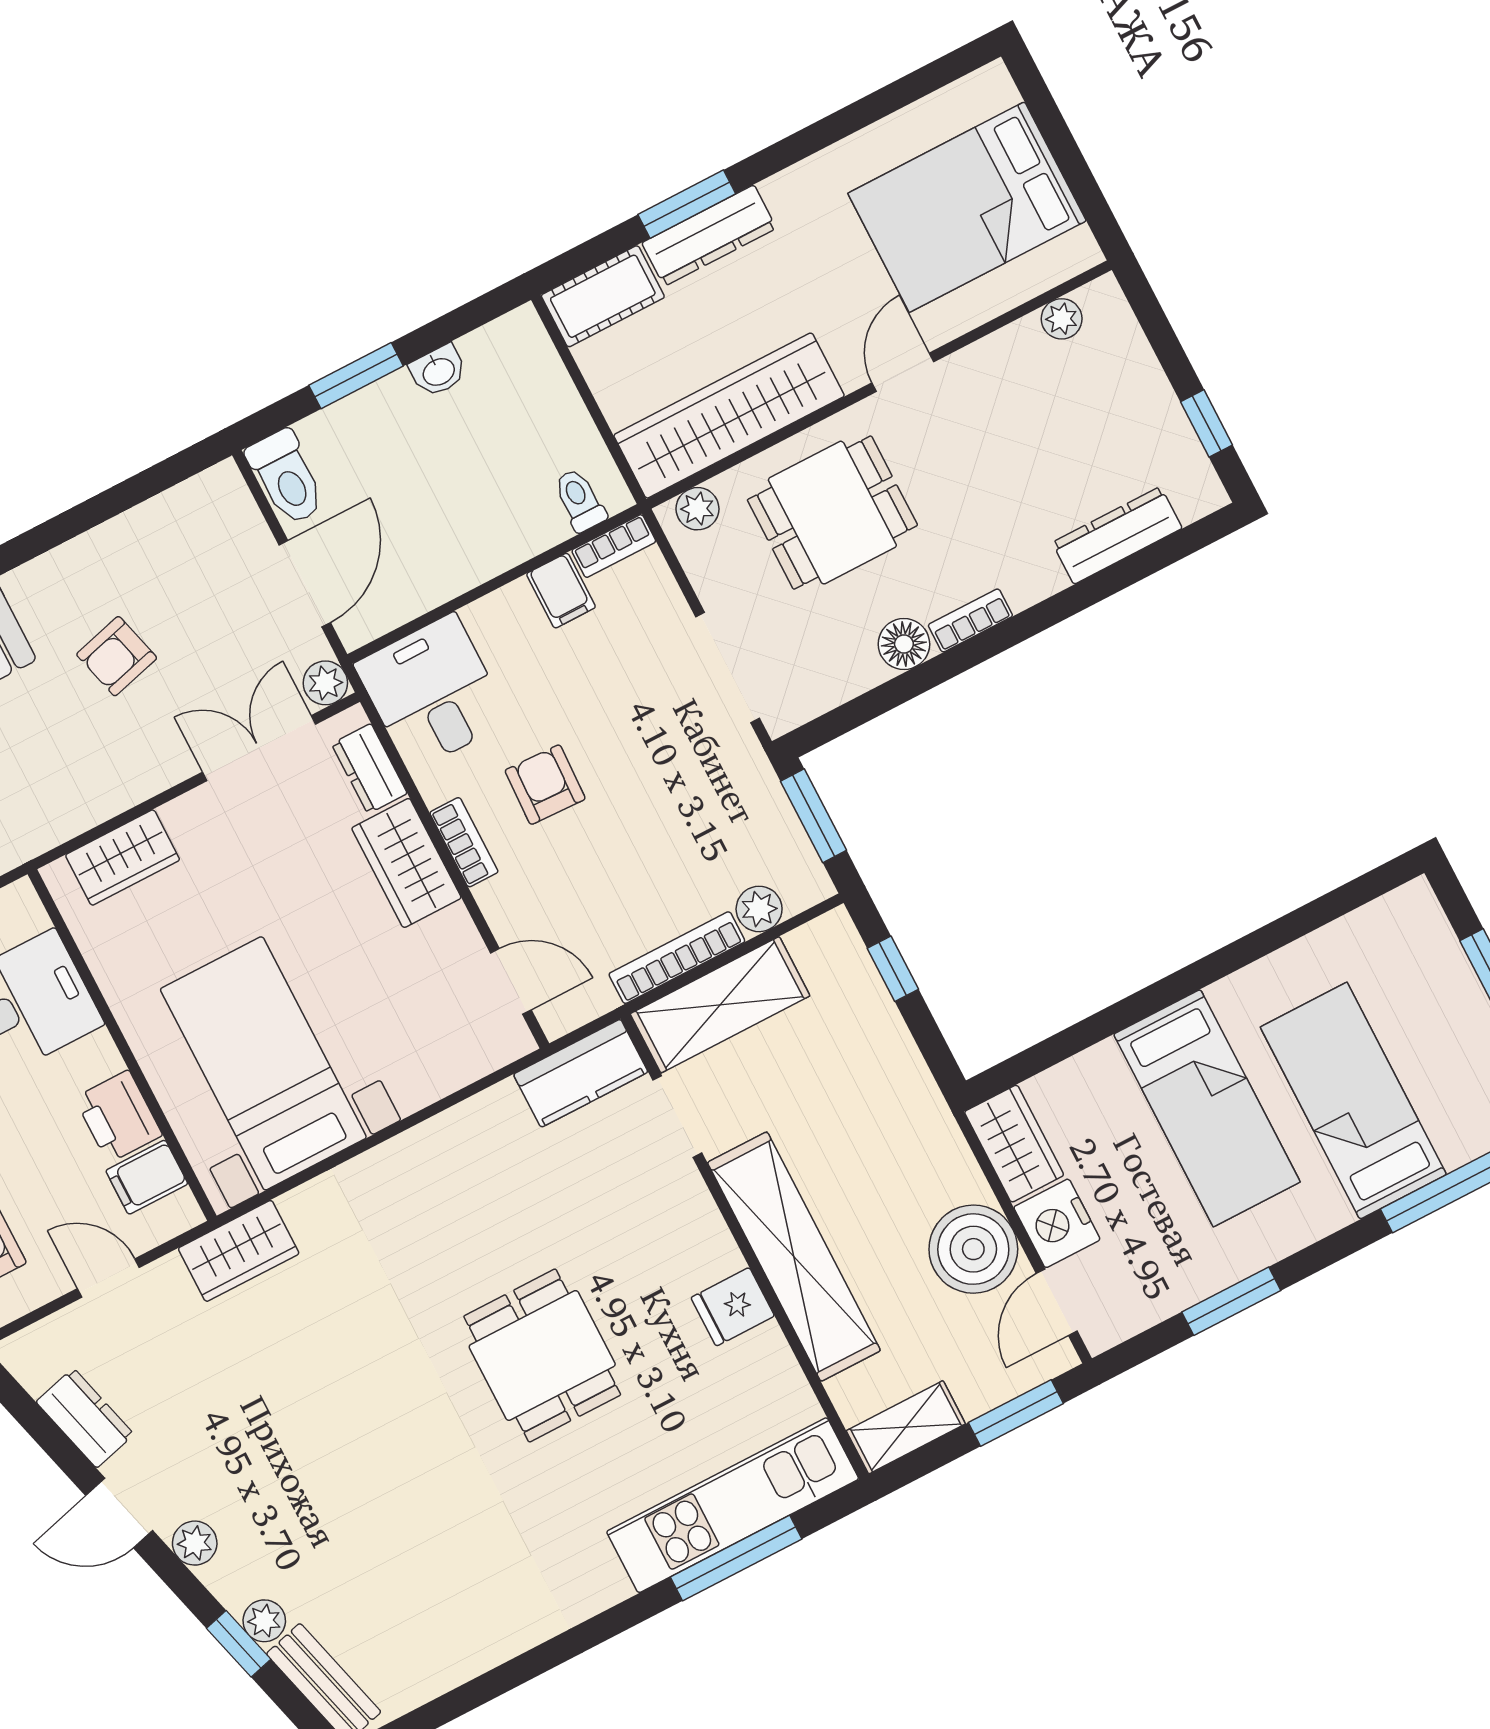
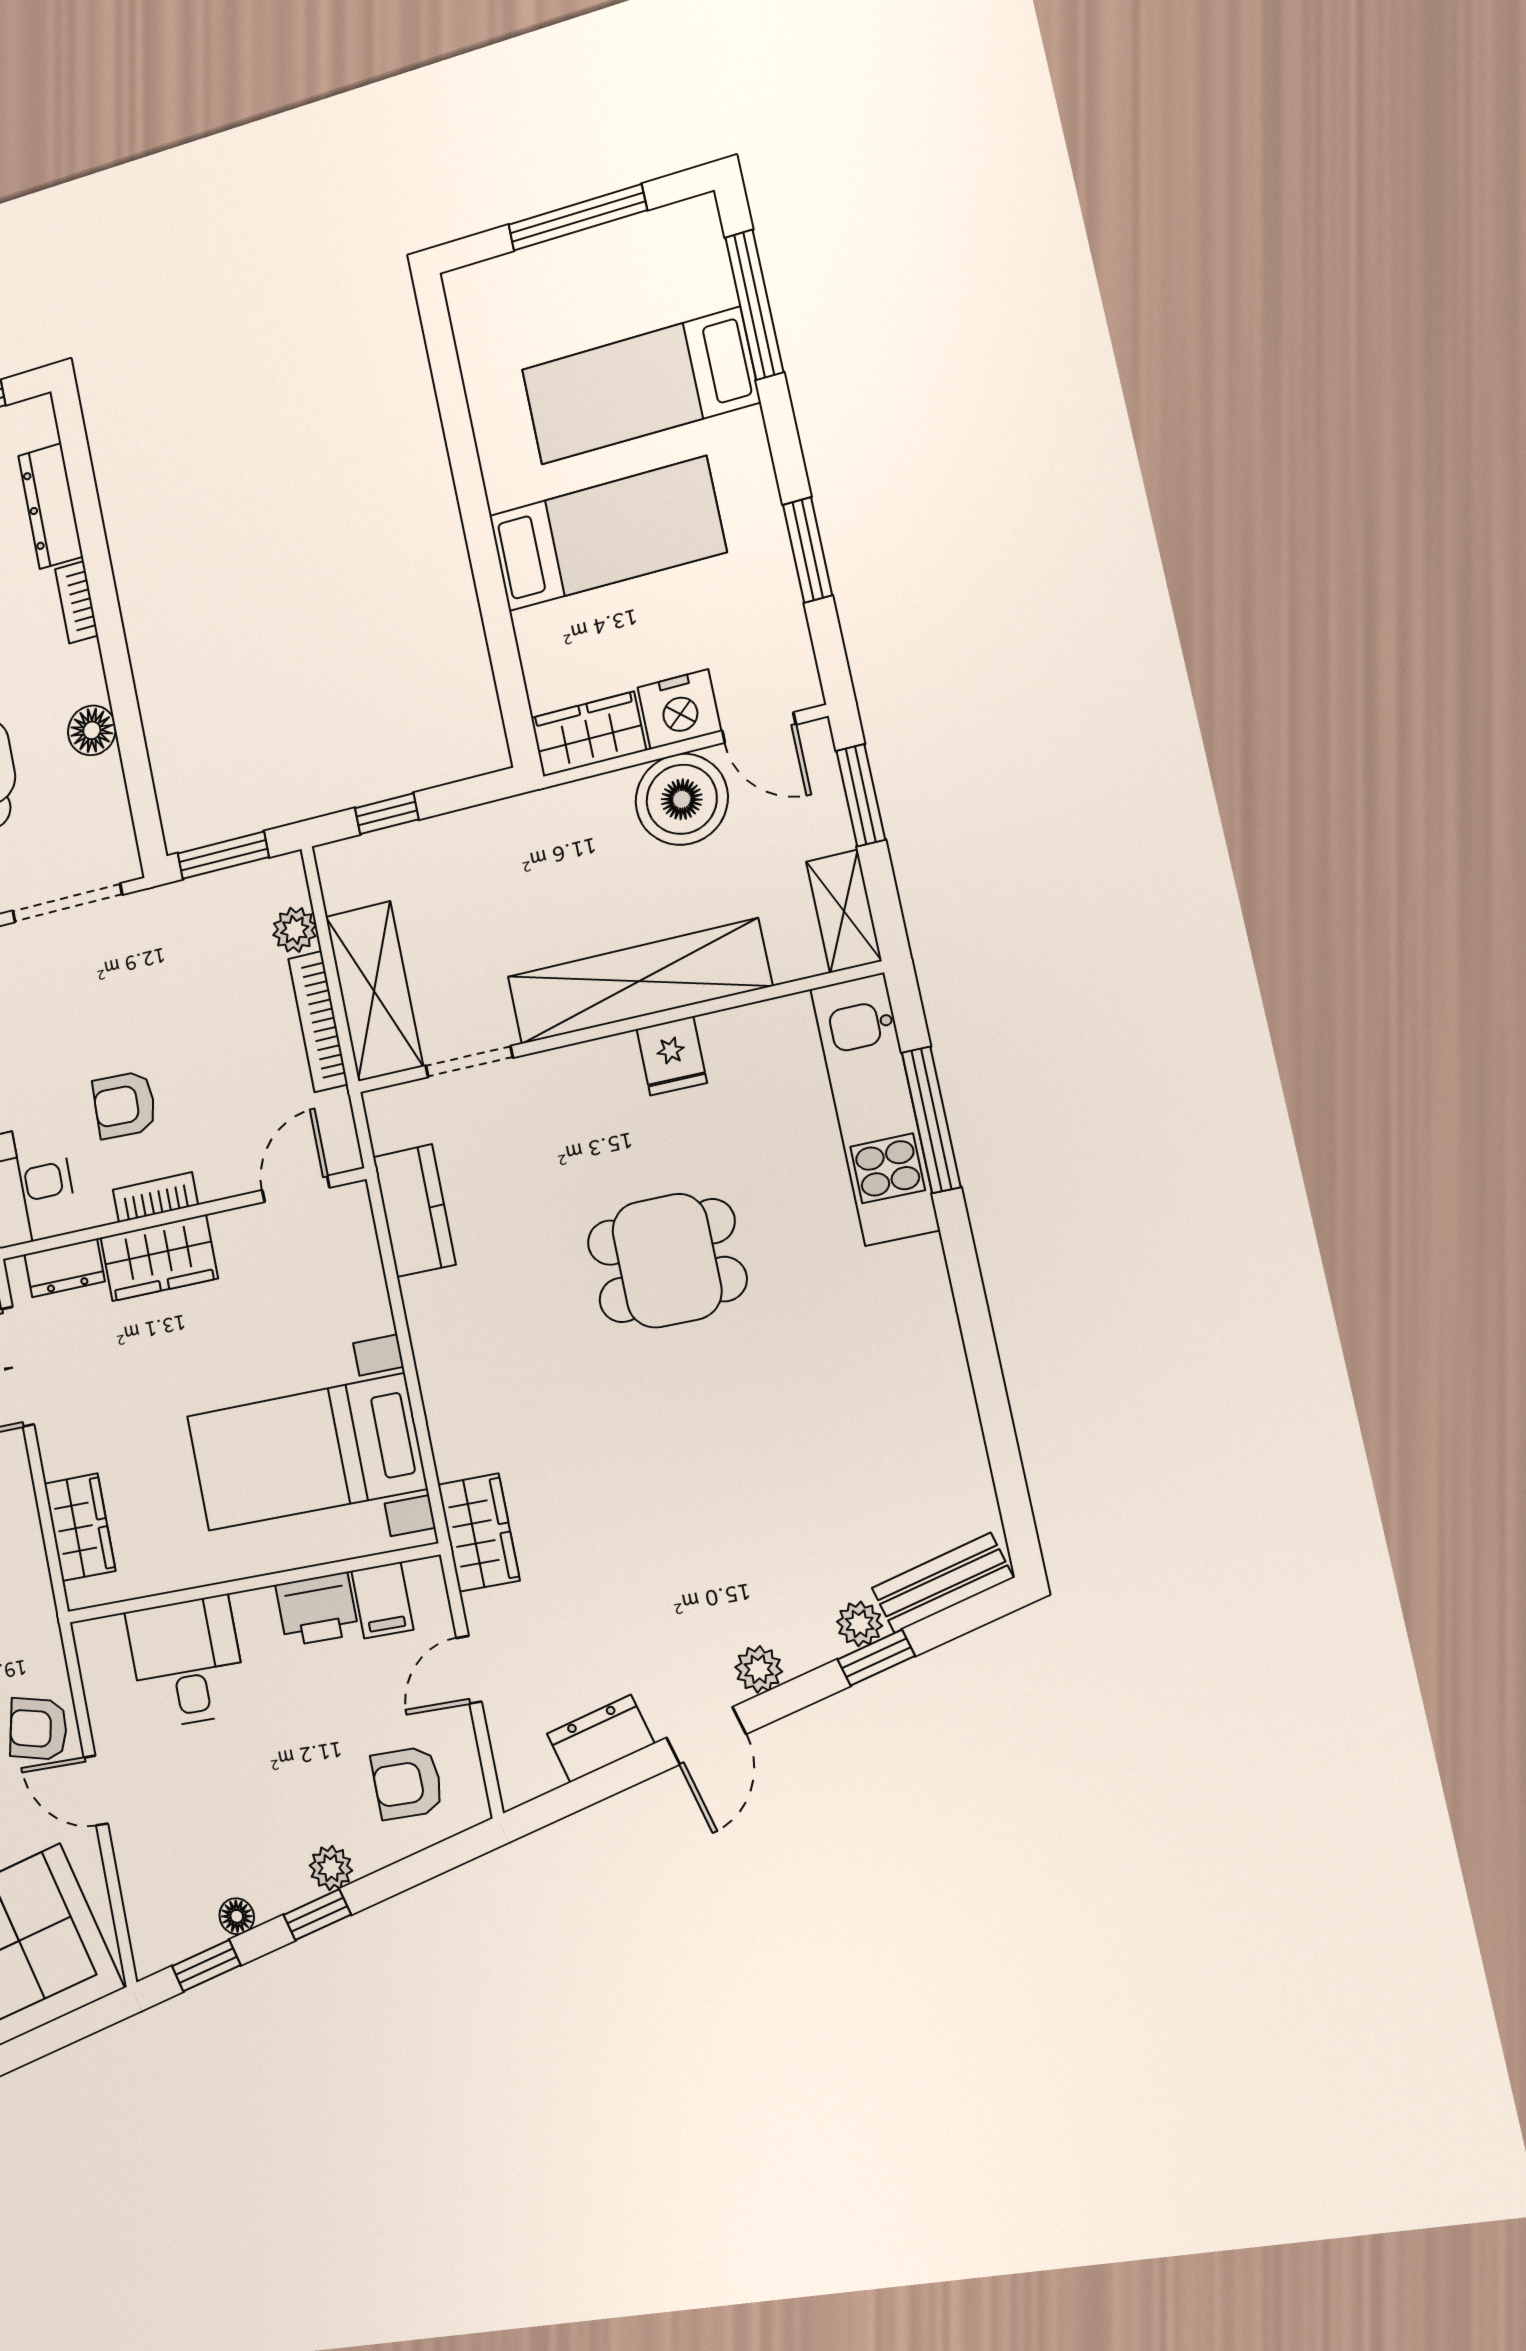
bookcase: (970, 620) -> (77, 602), moved
kitchen counter: (581, 1073) -> (414, 1211), moved

